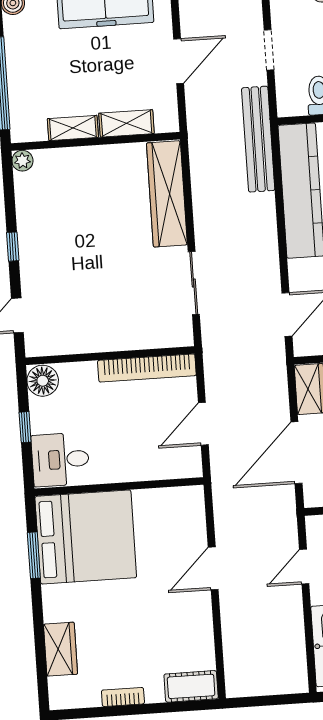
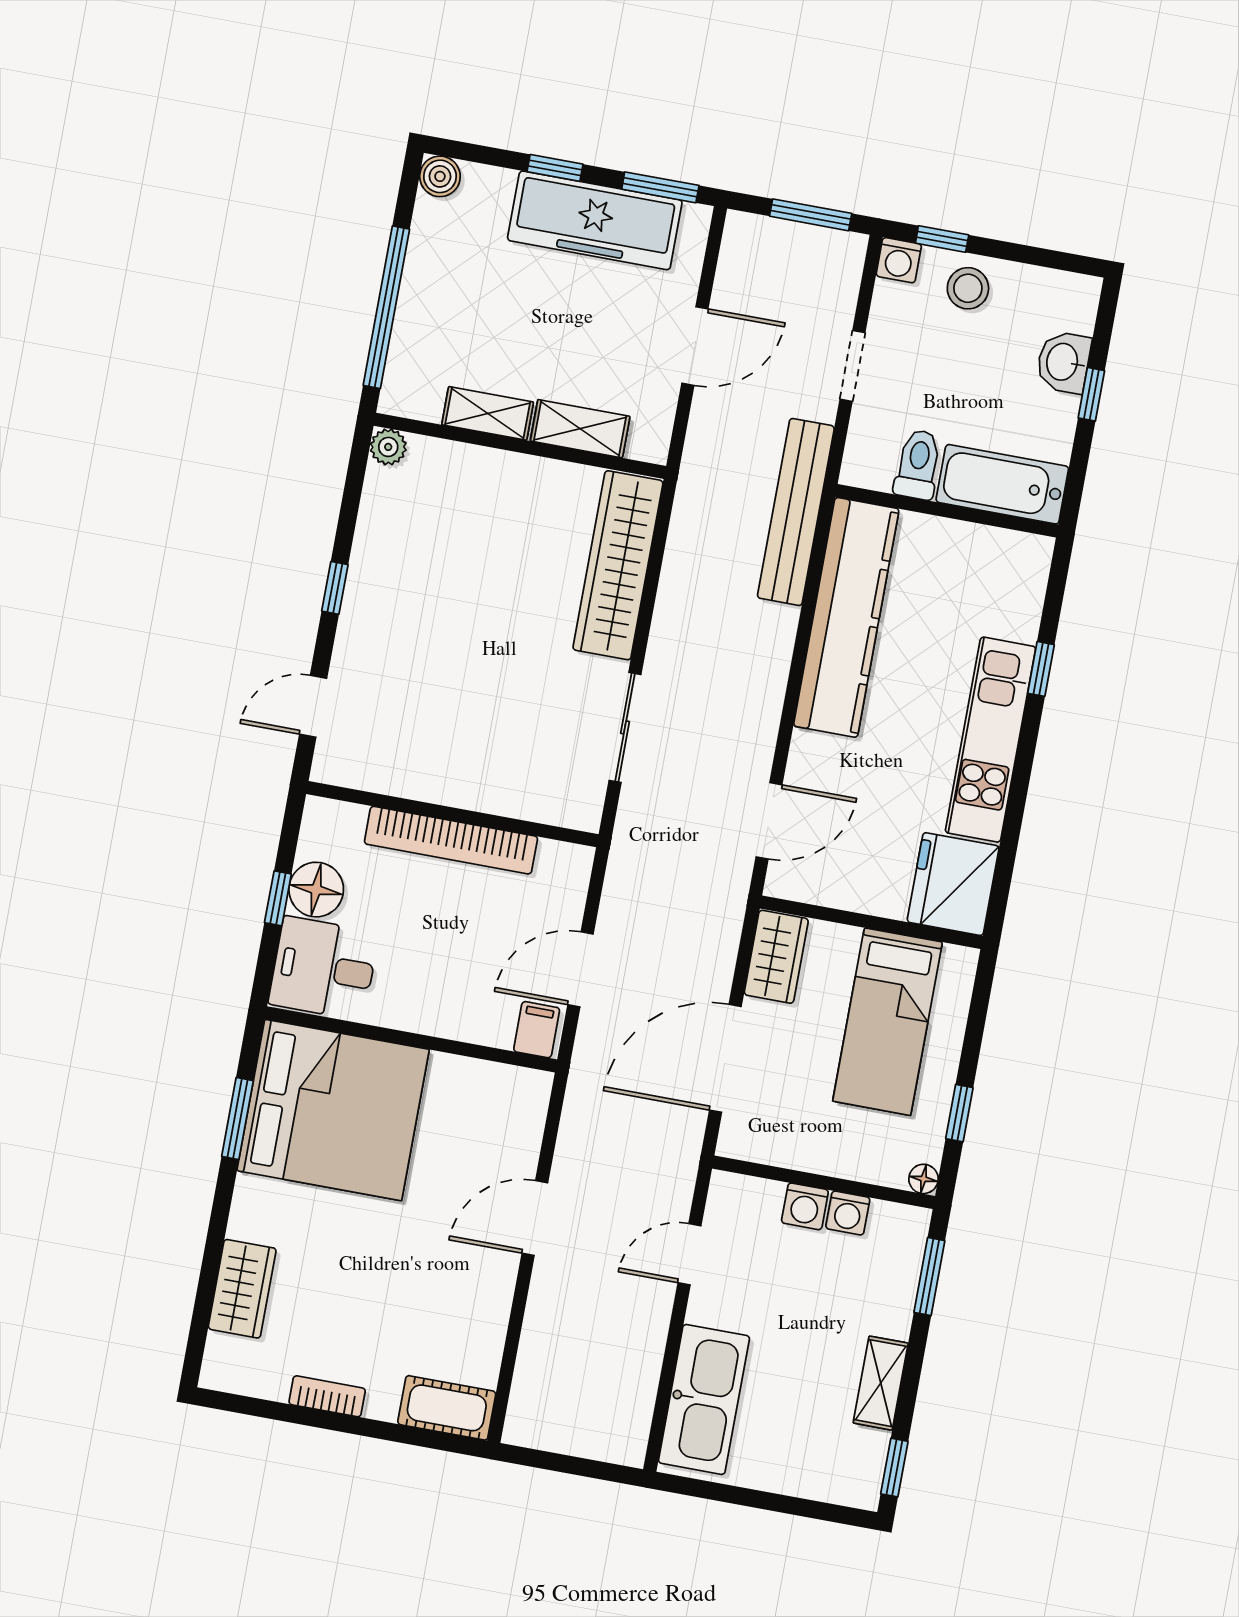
bookcase: (147, 368) -> (451, 840), moved
floor lamp: (43, 381) -> (316, 890), moved
filing cabinet: (187, 463) -> (537, 1030), added

